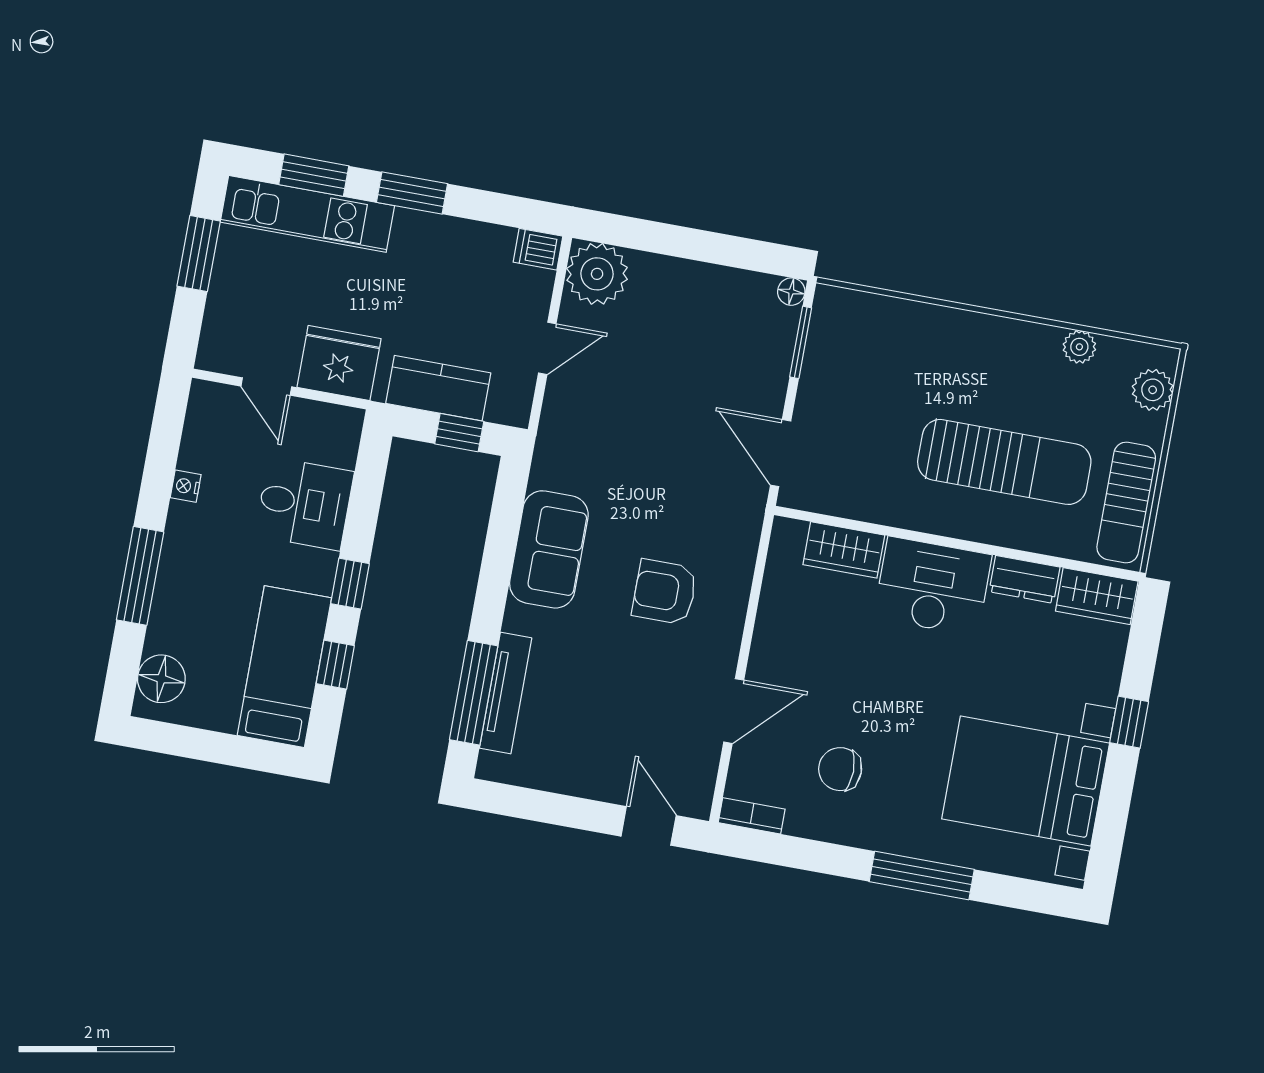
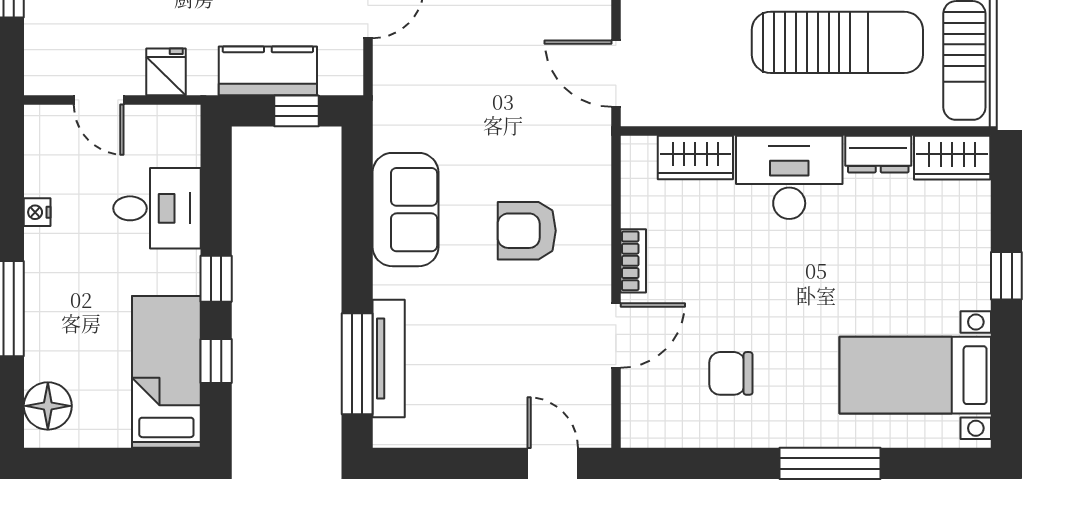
fridge: (339, 363) -> (166, 72), width x0.53, depth x0.75
bed with nightstands: (1026, 781) -> (915, 375), width x0.73
bookcase: (752, 816) -> (633, 261), moved, turned 90

